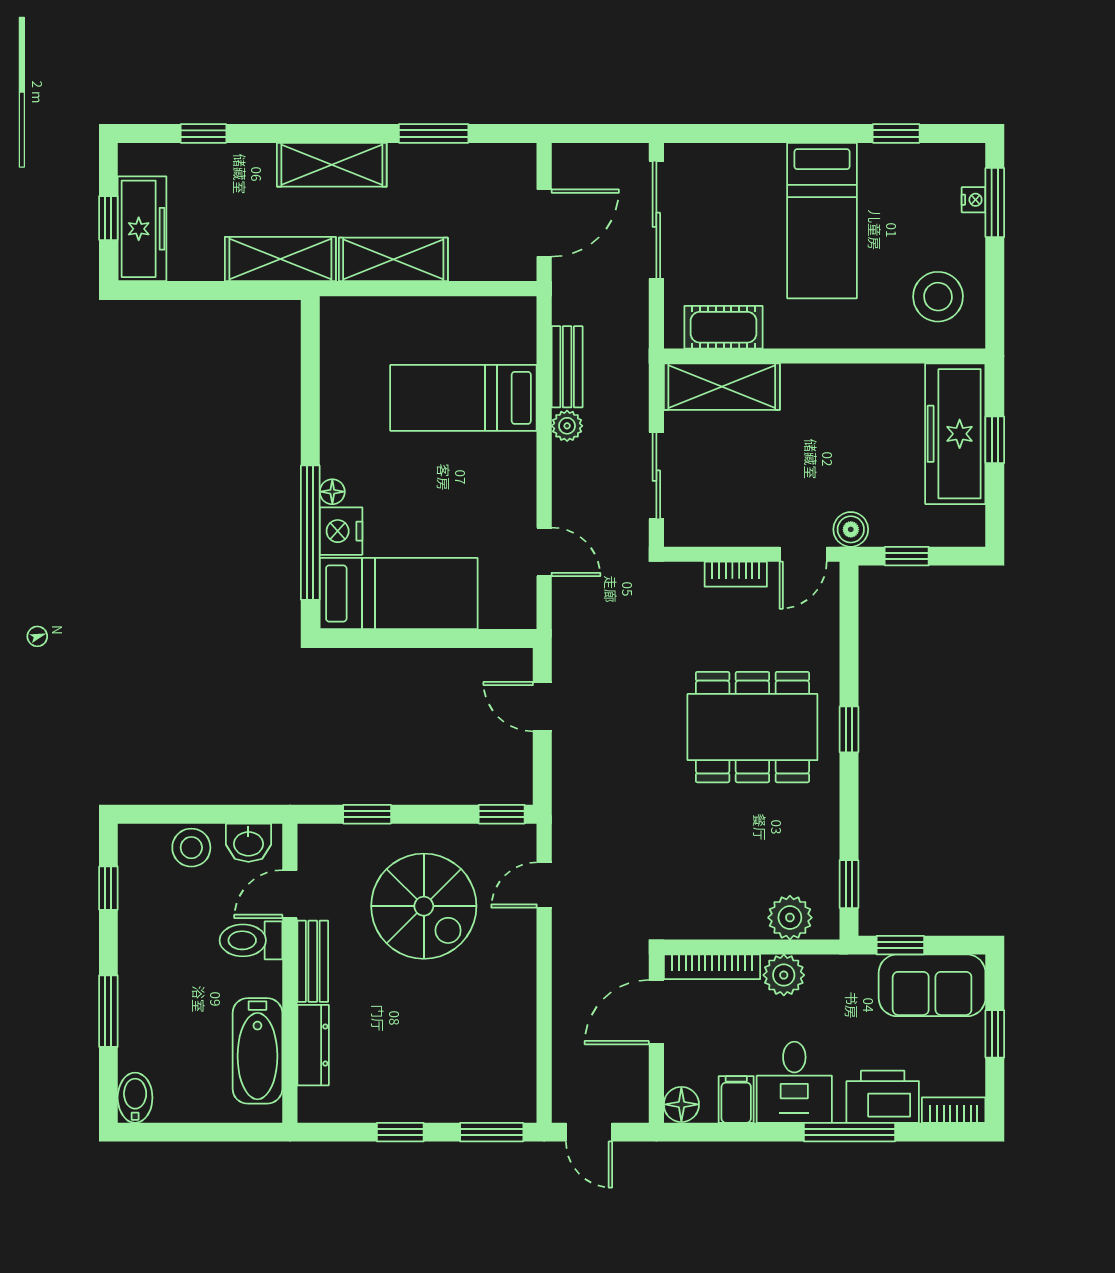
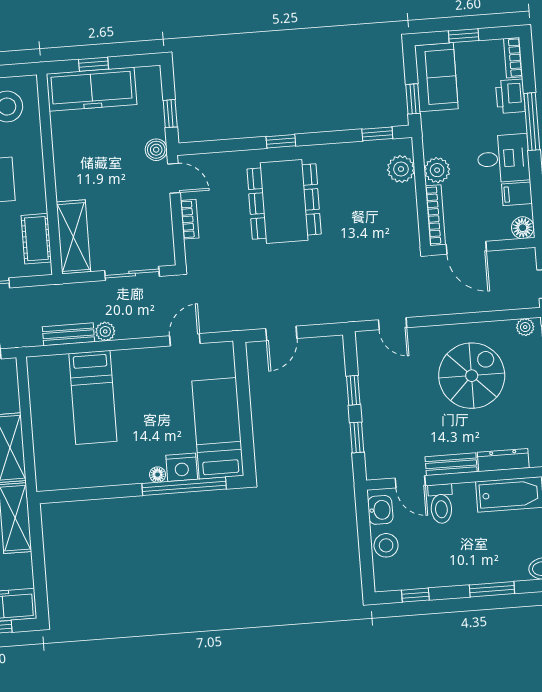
window: (502, 814) -> (353, 390), moved
spiral stairs: (424, 906) -> (472, 376), moved
plant: (522, 1096) -> (525, 327), added
printer: (883, 1097) -> (510, 96), width x0.73, depth x0.84

